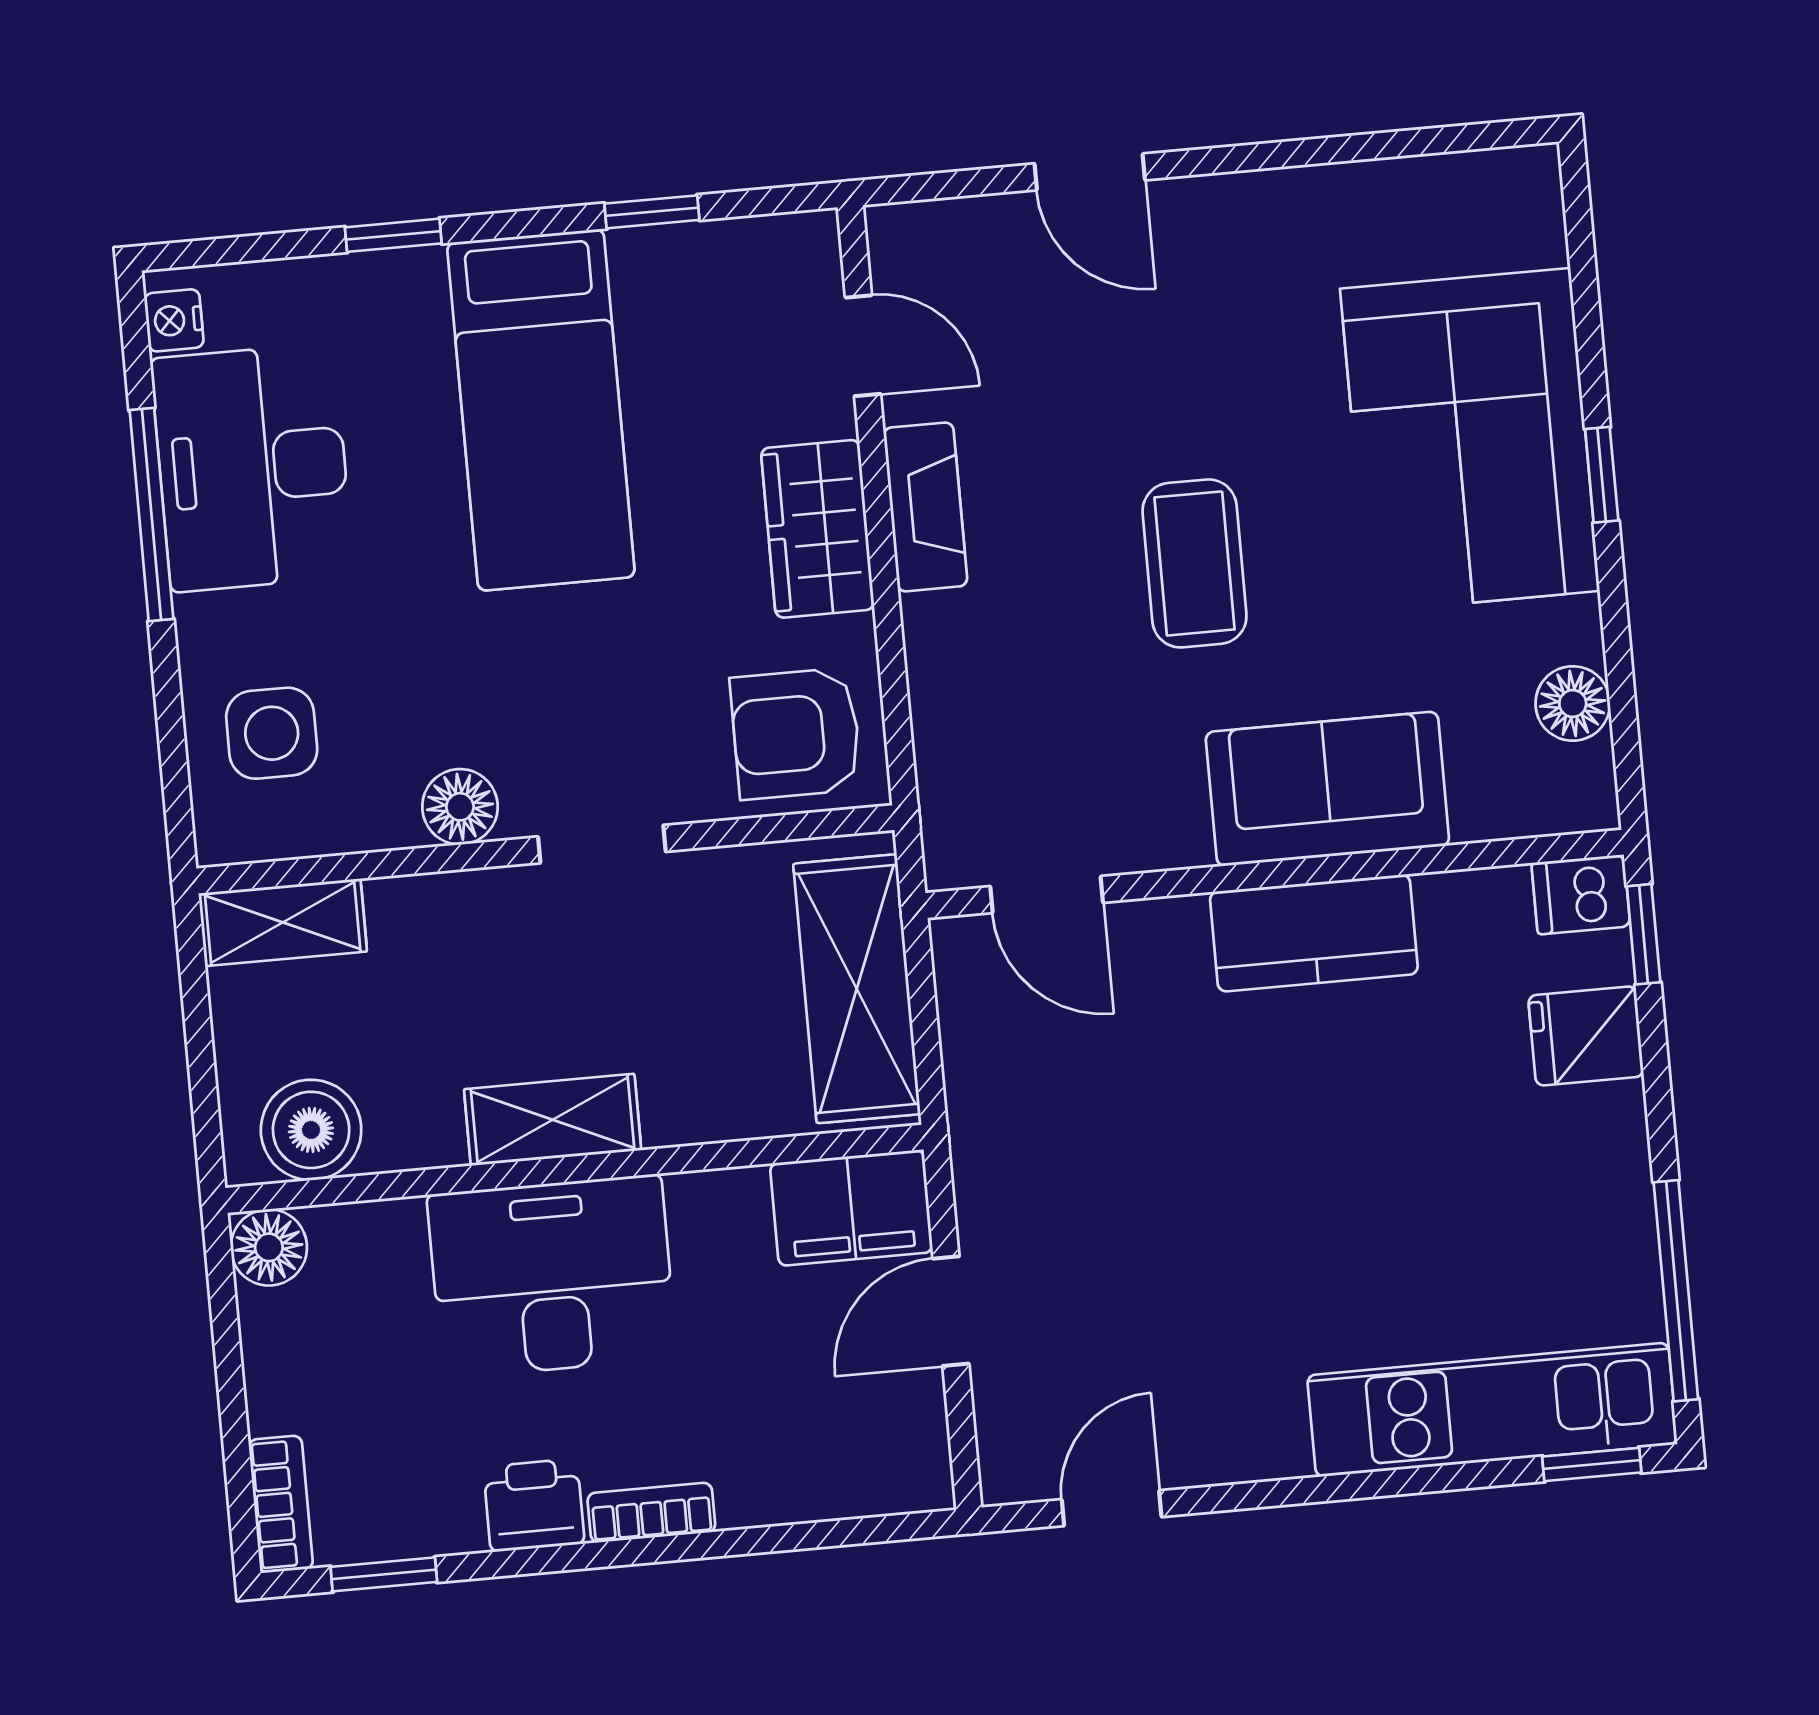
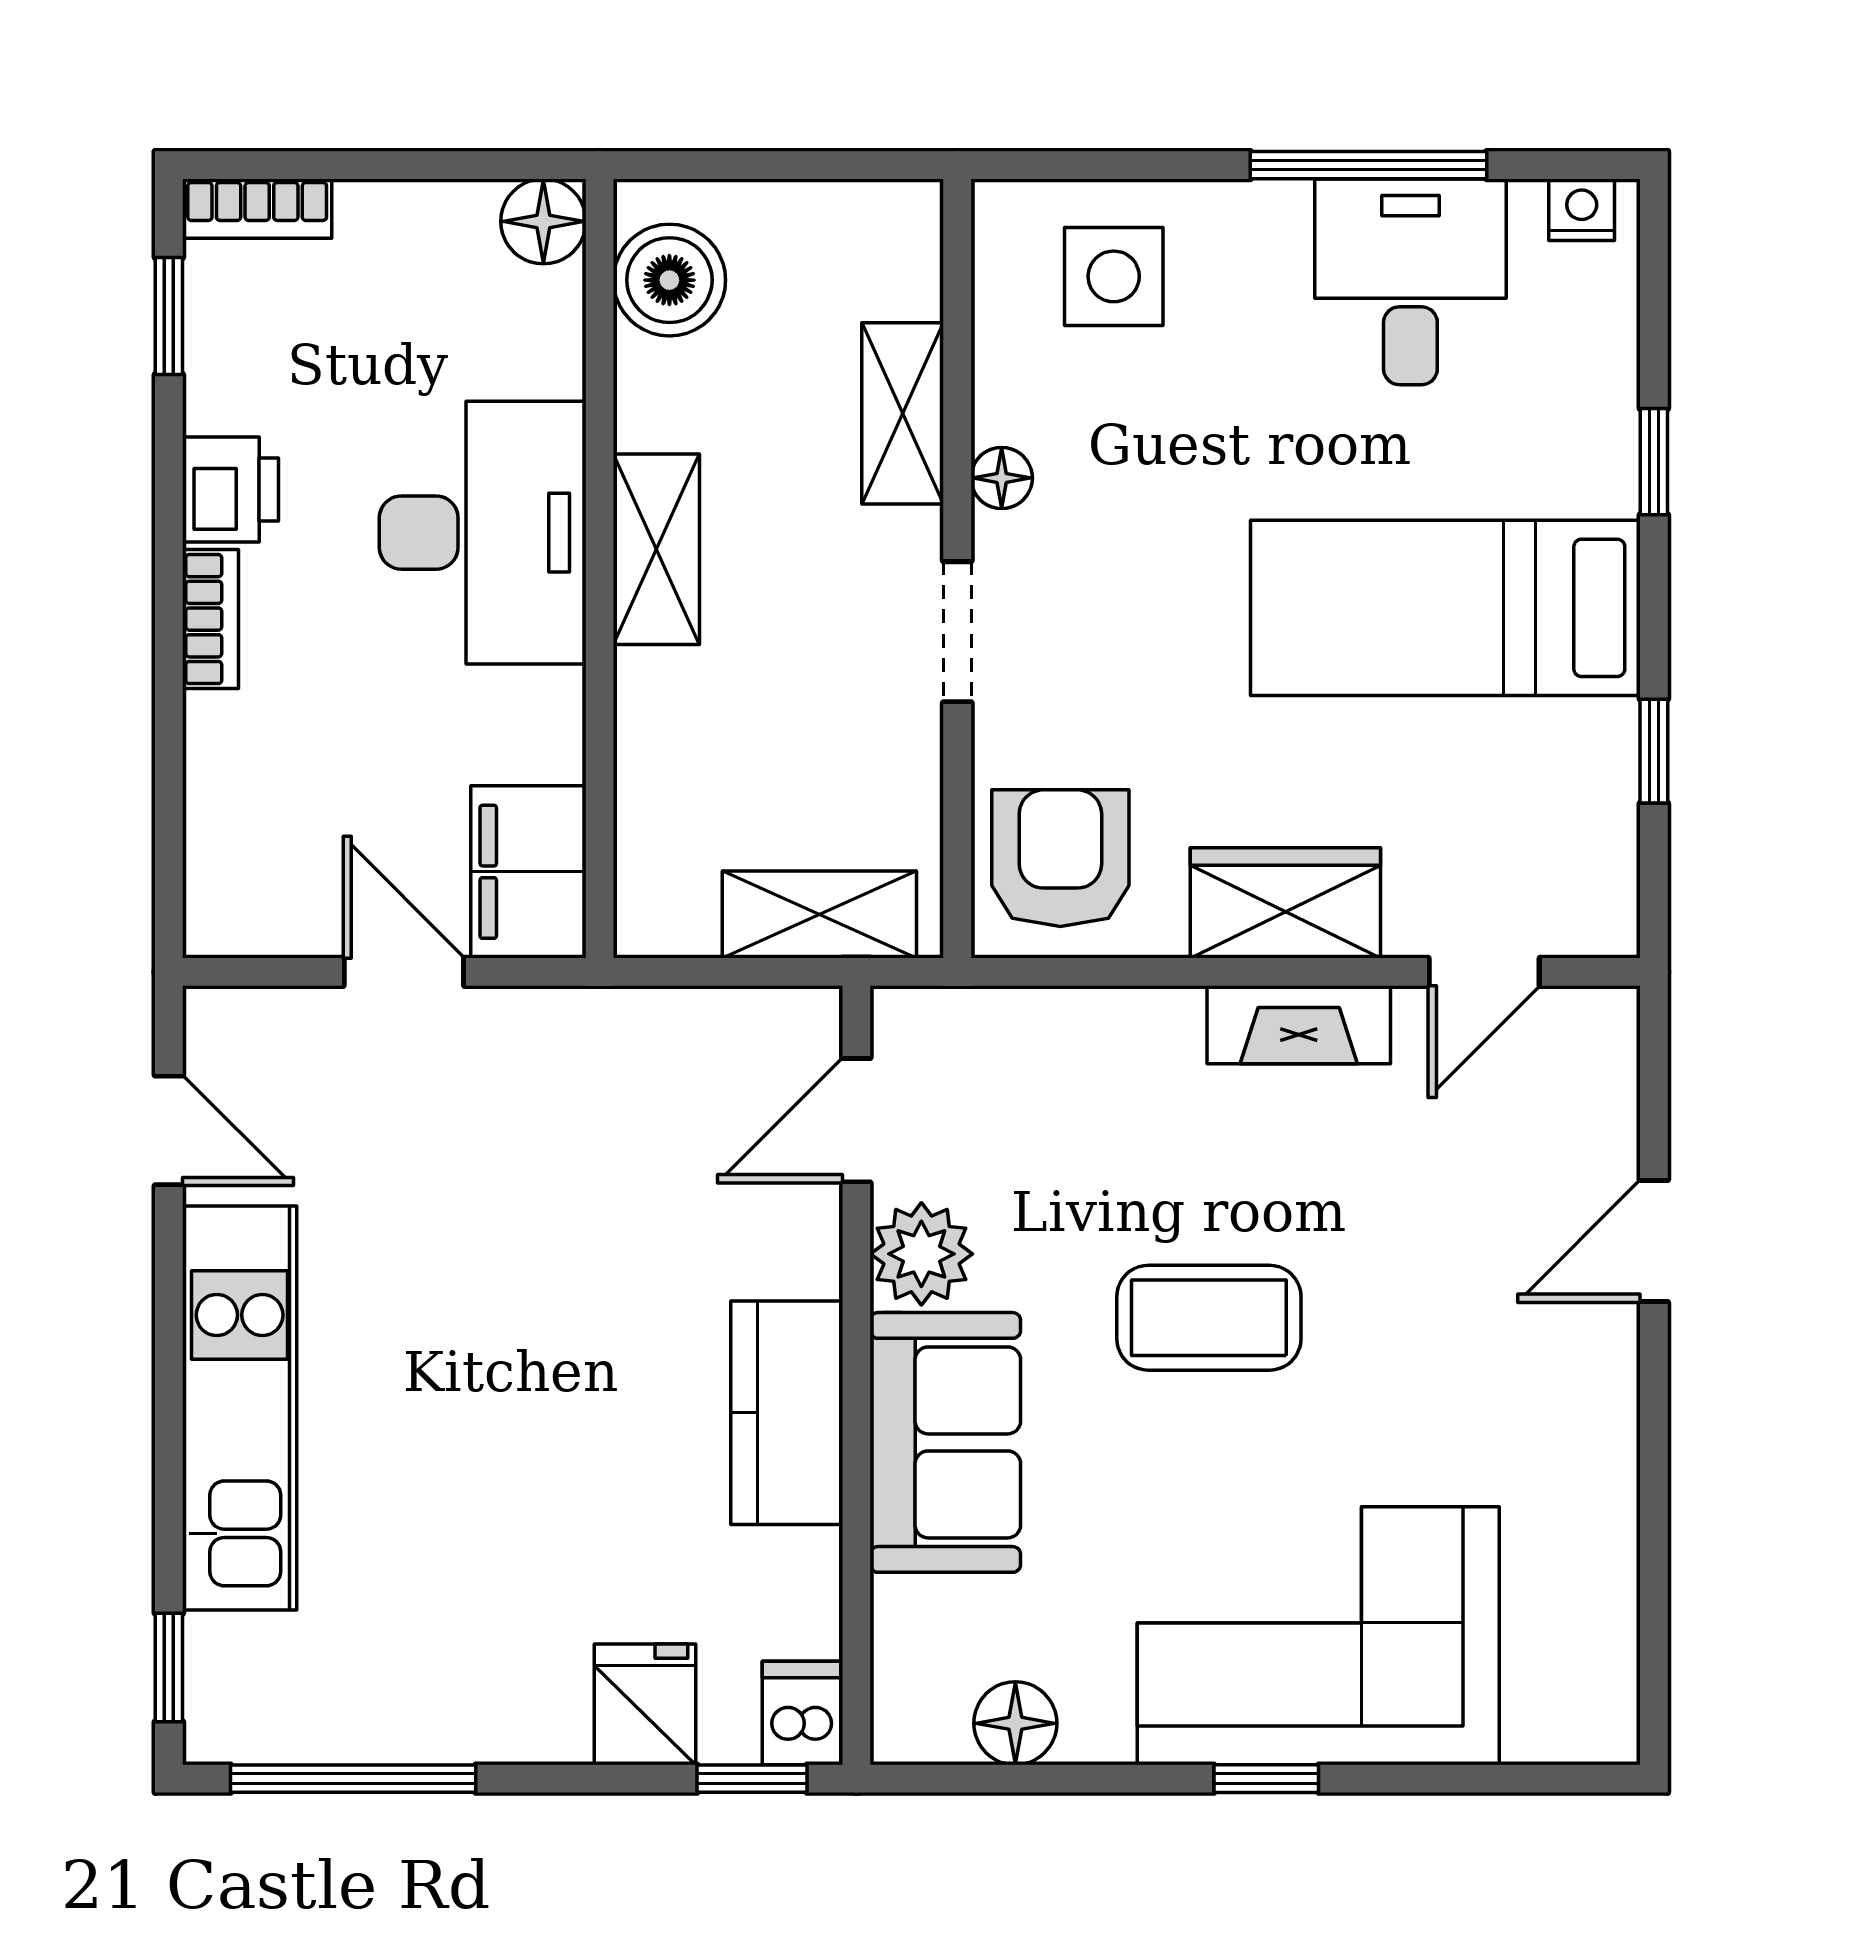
desk: (252, 468) -> (1410, 282), width x0.73
floor lamp: (460, 807) -> (1002, 478), width x0.73, depth x0.73
plant: (1161, 826) -> (921, 1254), added
shelving: (283, 922) -> (903, 413), moved
shelving: (857, 989) -> (819, 914), width x0.67, depth x0.75
kitchen unit: (1492, 1410) -> (240, 1408), moved

